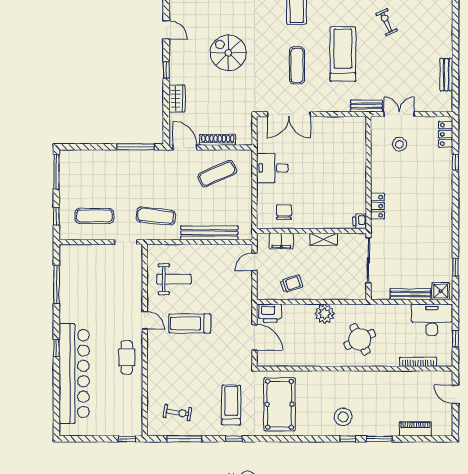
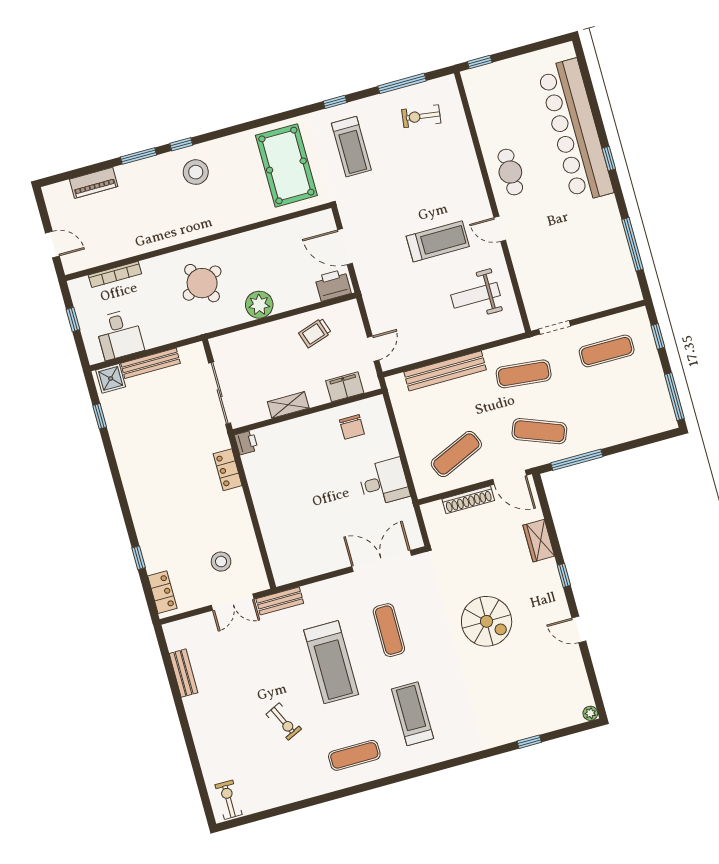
exercise mat: (156, 174) -> (539, 431), added
desk: (432, 320) -> (119, 334), width x0.73

